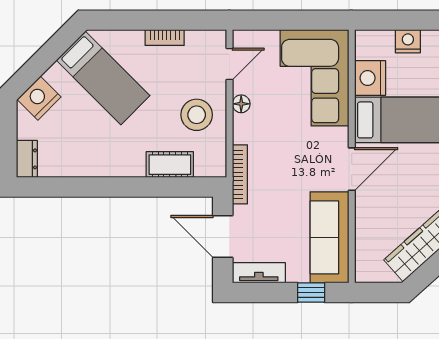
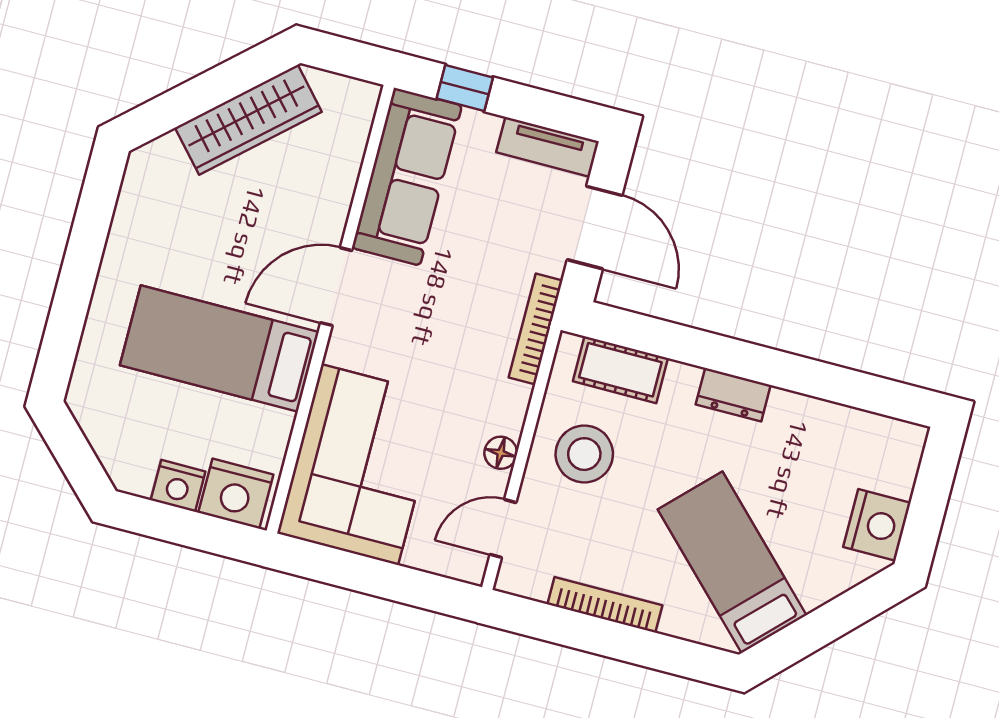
bookcase: (165, 38) -> (605, 605), width x1.56
nightstand: (370, 78) -> (236, 494), moved, turned 90
nightstand: (39, 98) -> (877, 525), moved, turned -45
dresser: (27, 159) -> (733, 395), moved, turned -90
cot: (170, 165) -> (620, 370), moved

